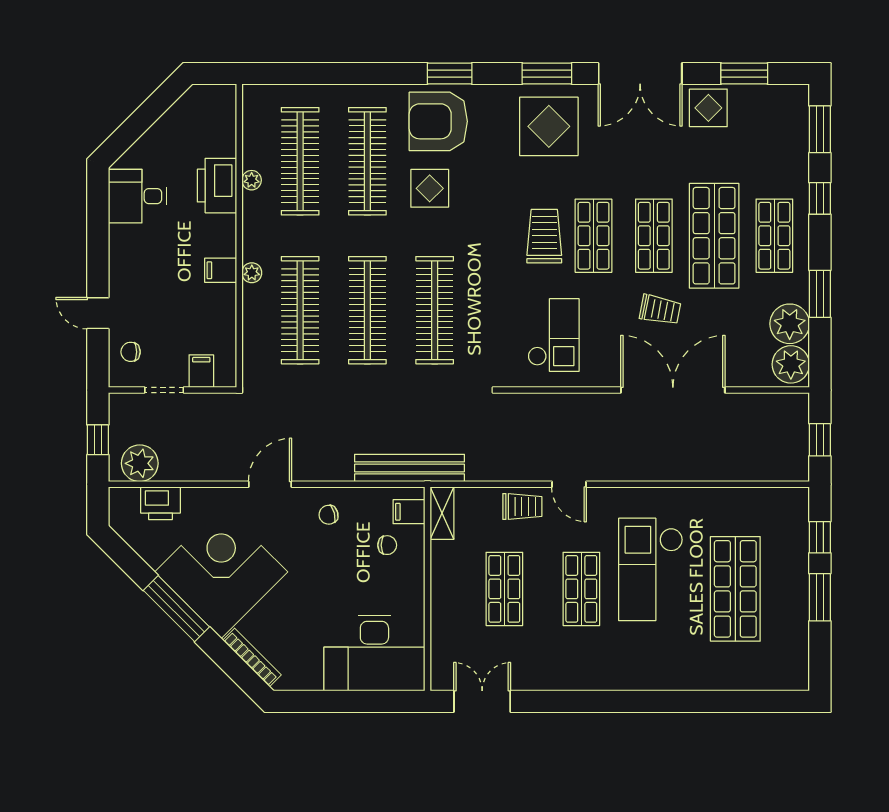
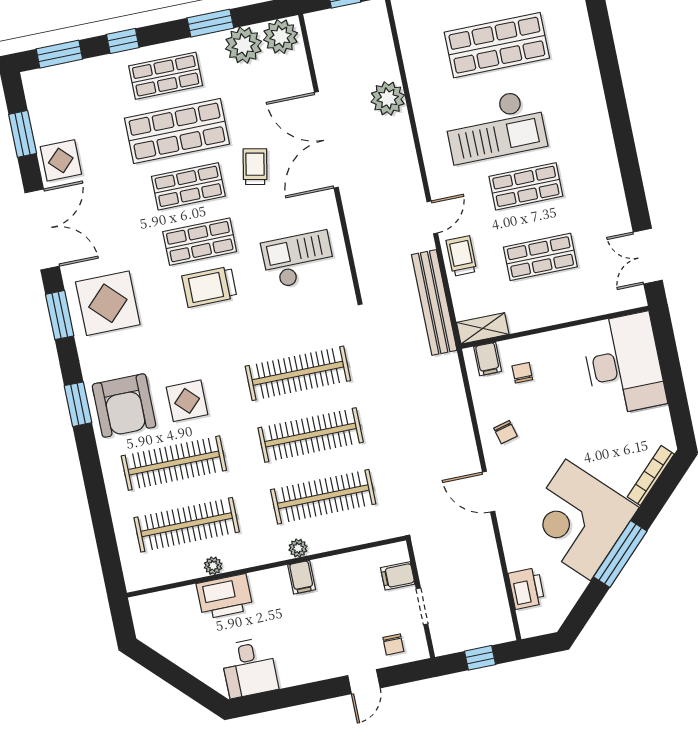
plant: (140, 463) -> (388, 98), moved
bench: (410, 468) -> (434, 302), moved

